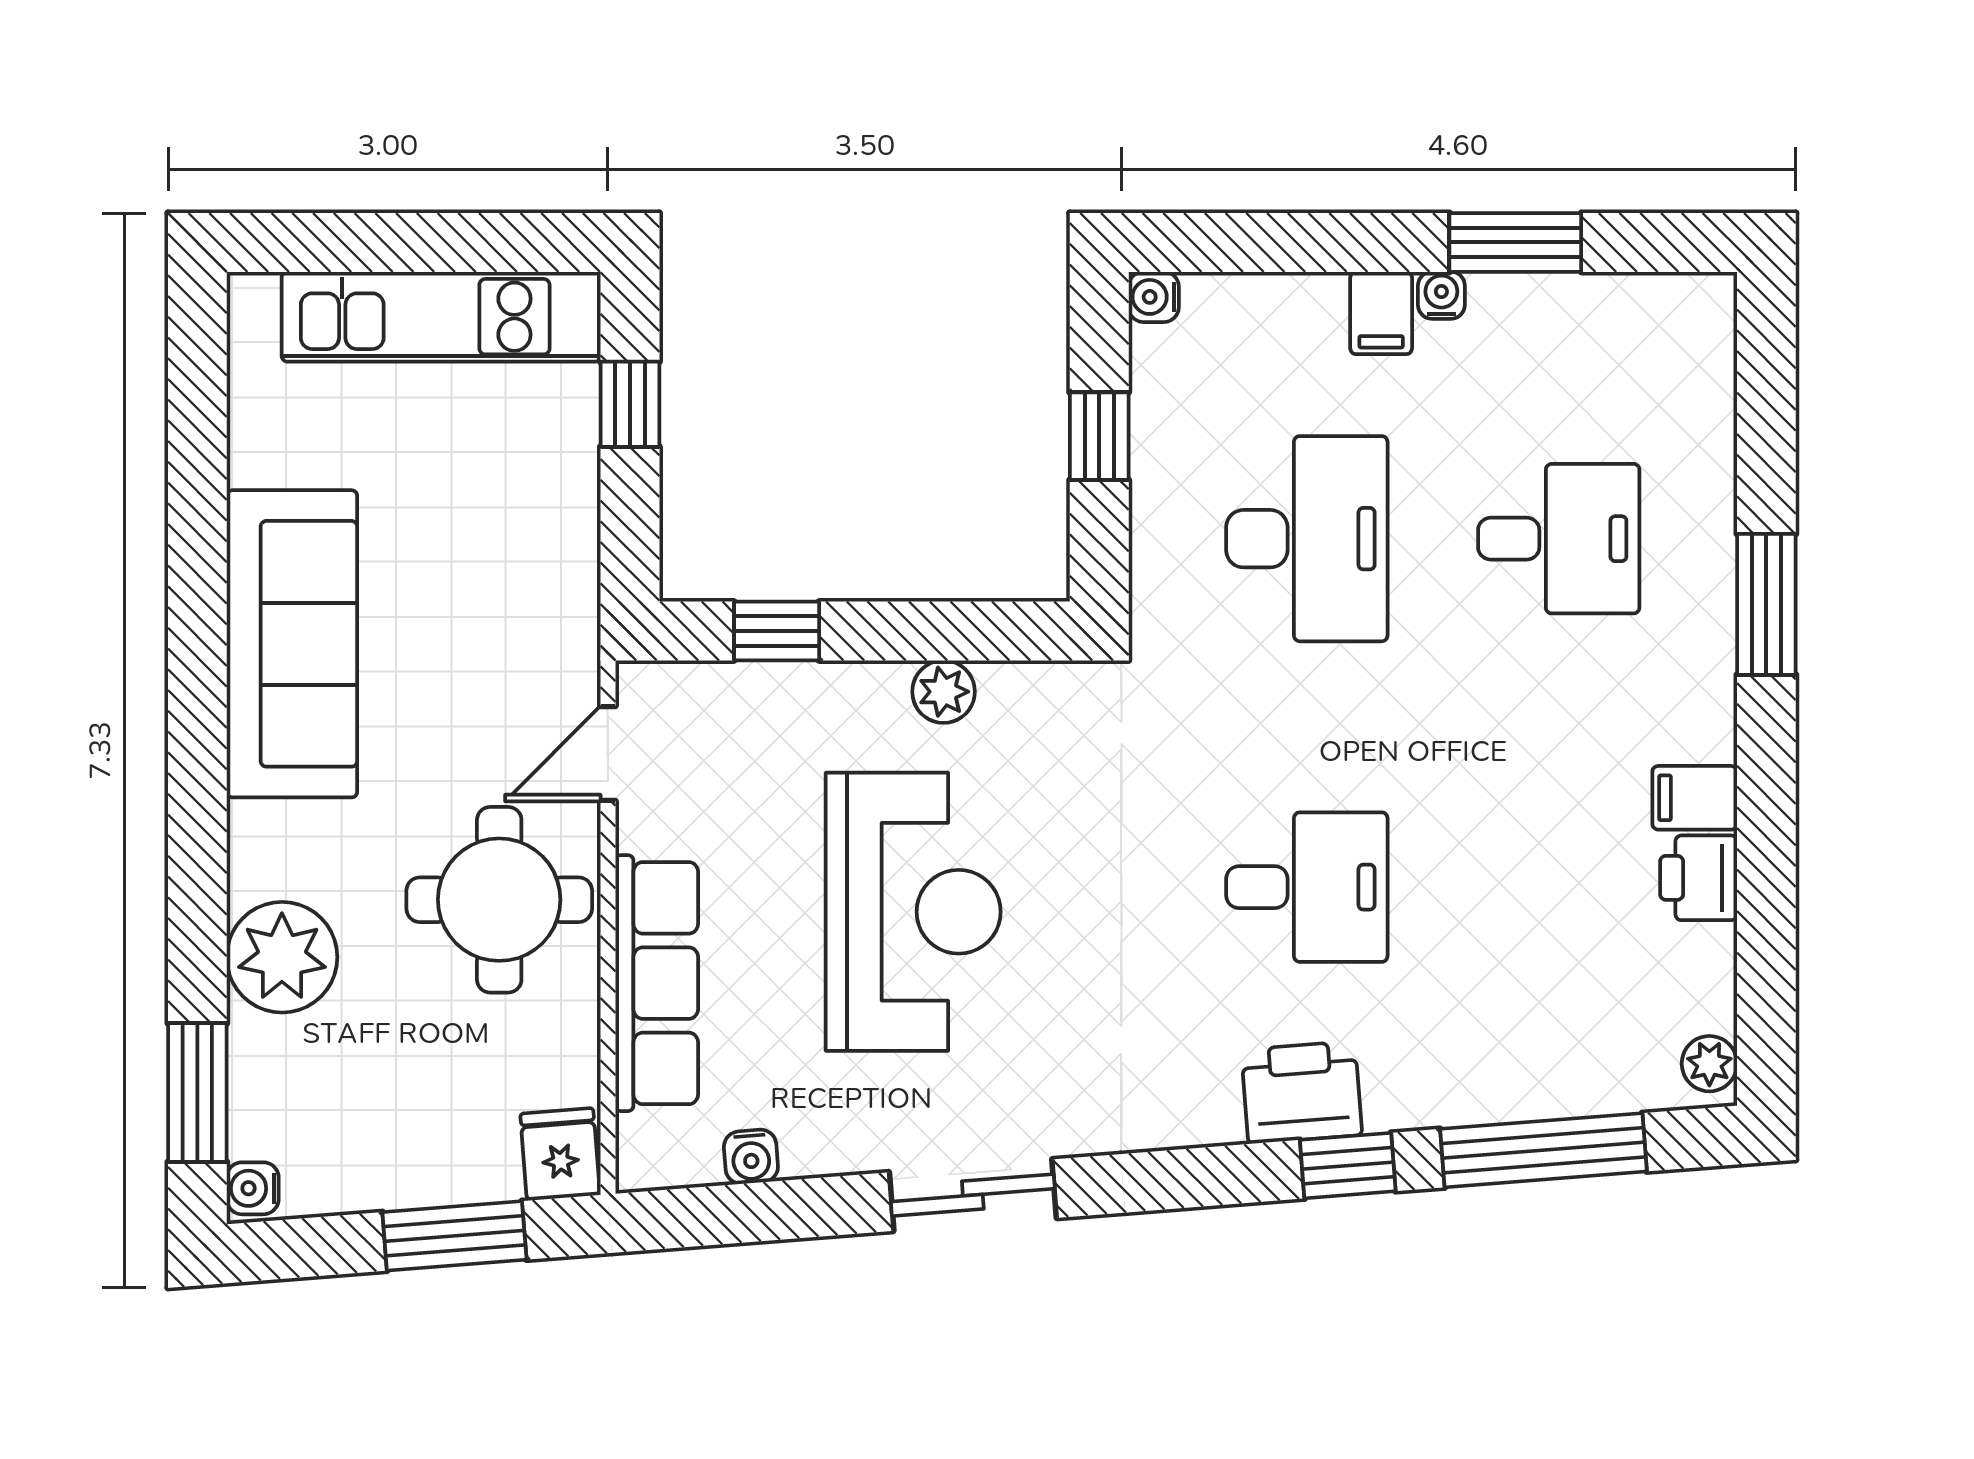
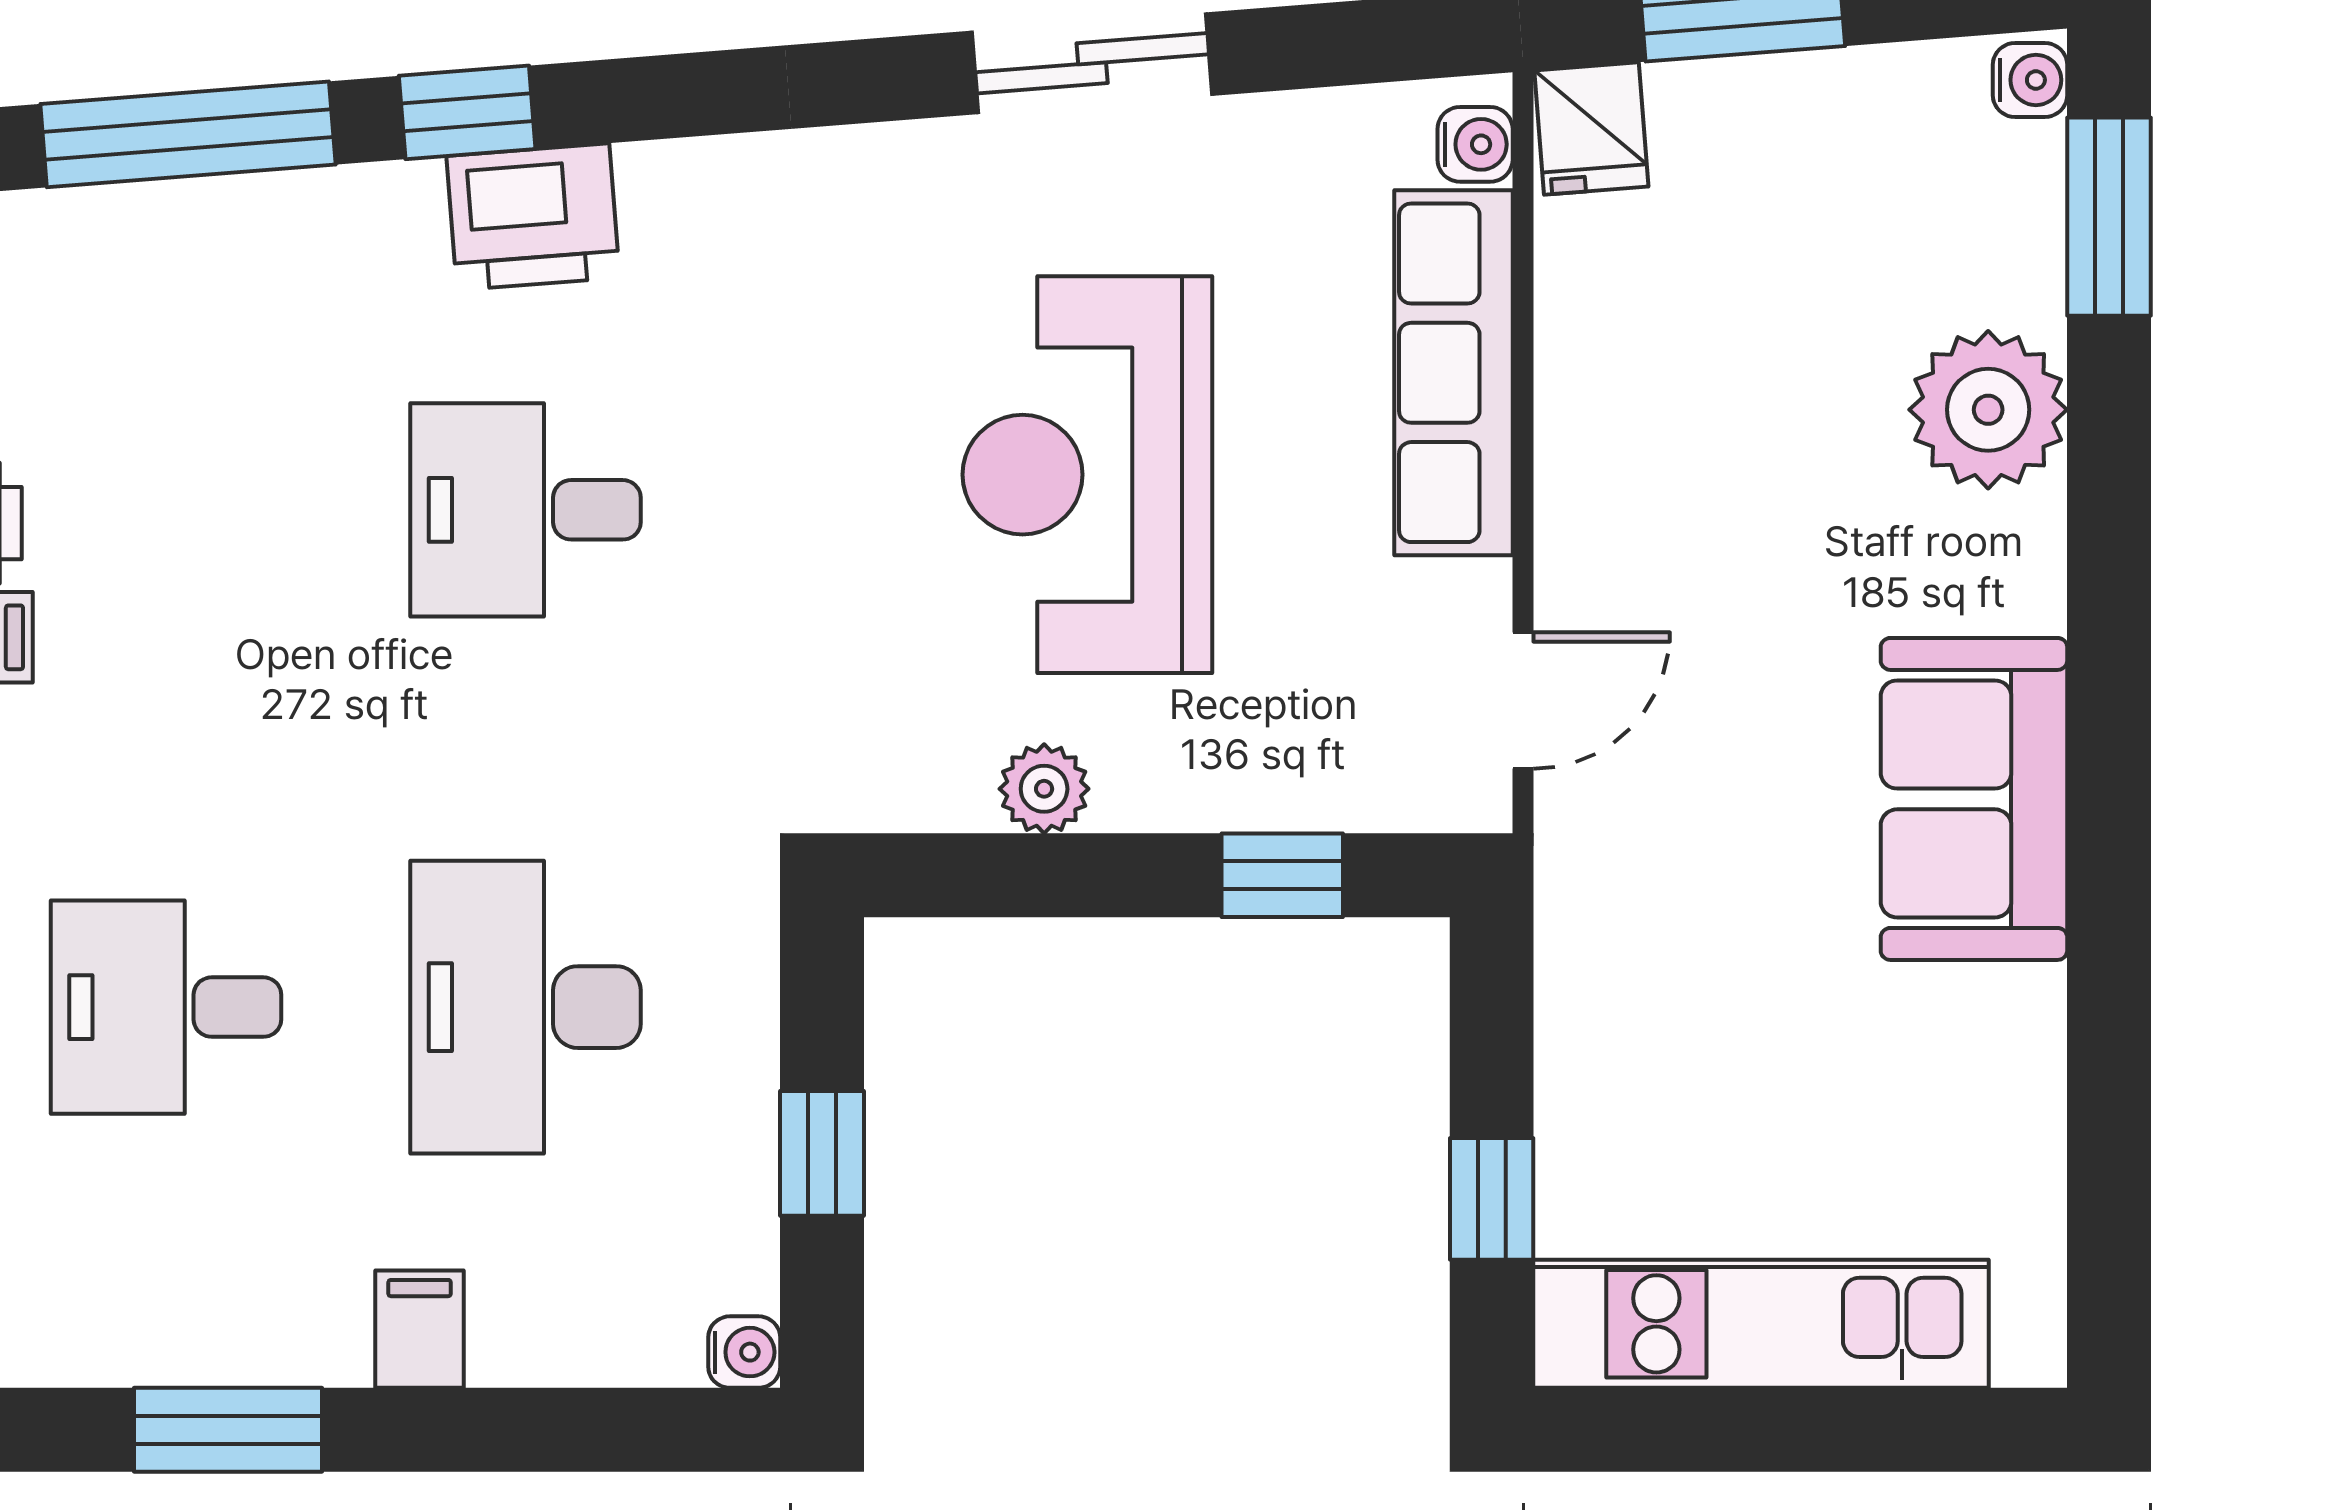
water cooler: (1441, 295) -> (334, 1354), removed
sofa: (292, 644) -> (1974, 799), width x0.73
round table: (499, 900) -> (1678, 492), removed
water cooler: (751, 1157) -> (1475, 144), moved, turned 94
sliding door: (973, 1195) -> (1092, 63), moved

